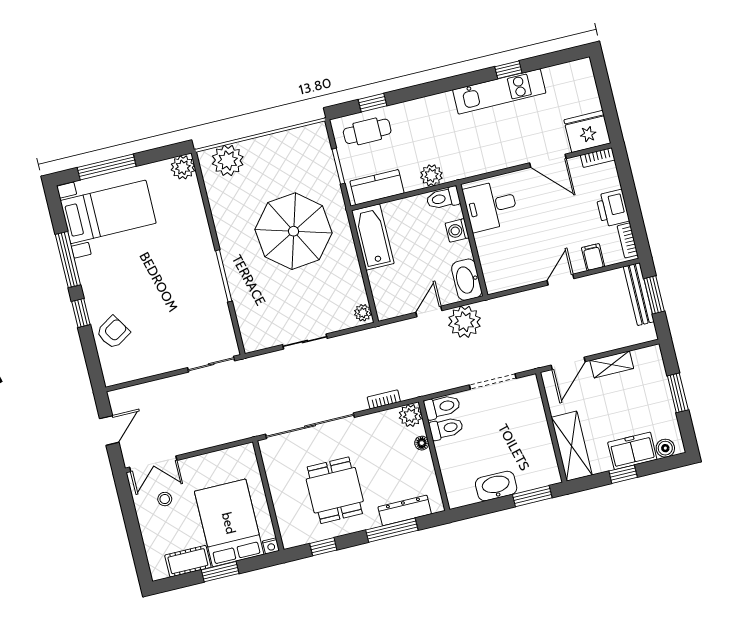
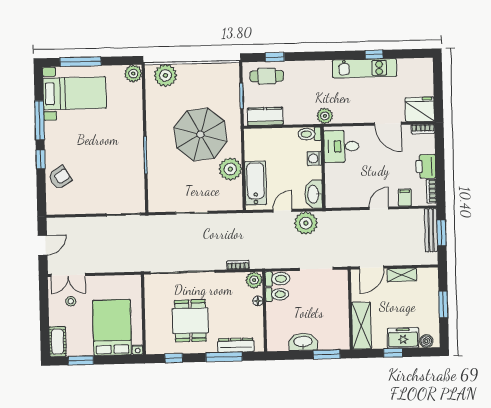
plant: (431, 175) -> (325, 116), moved
bathtub: (373, 237) -> (255, 183), moved
plant: (363, 313) -> (230, 169), moved, width x1.87, depth x1.87
cot: (188, 561) -> (58, 342), moved, turned 90
window: (220, 572) -> (81, 360), moved

